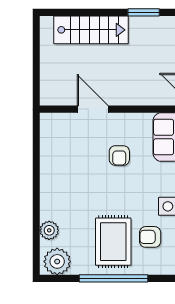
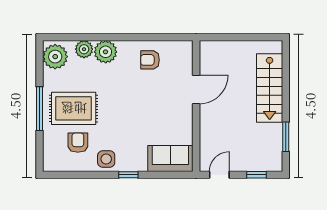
armchair: (119, 156) -> (150, 60), moved
plant: (52, 207) -> (106, 52), added
window: (114, 278) -> (40, 109), width x0.68

